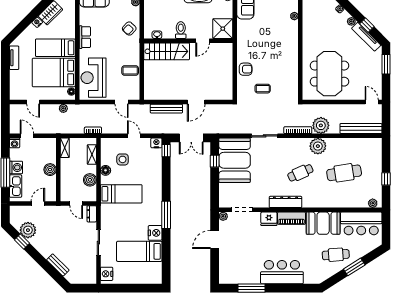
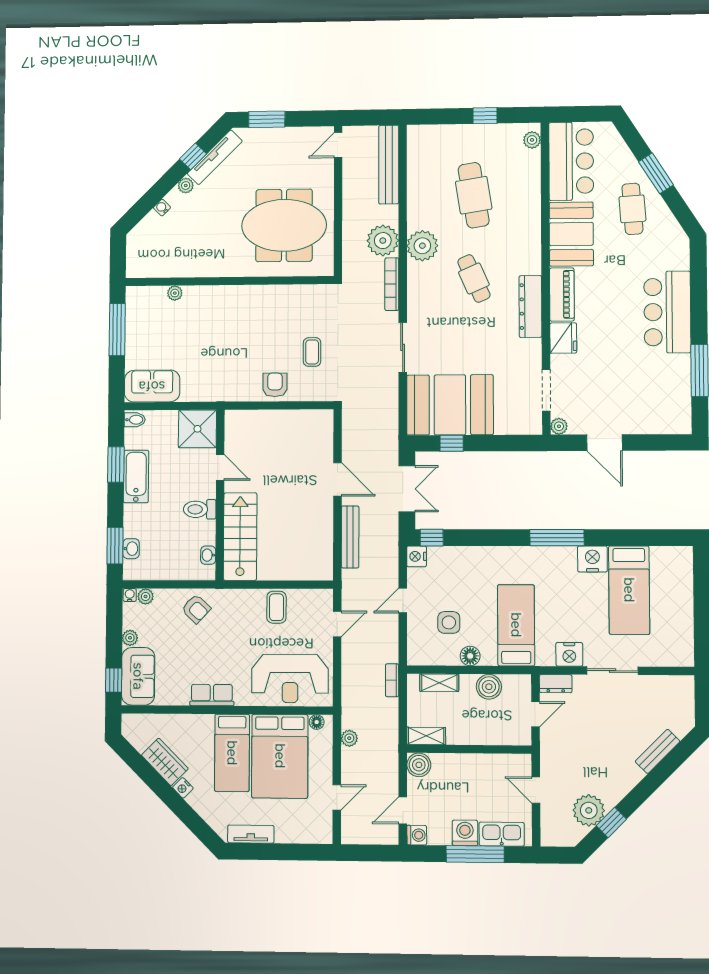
boiler: (50, 170) -> (419, 765), moved
nightstand: (107, 274) -> (569, 654), moved

